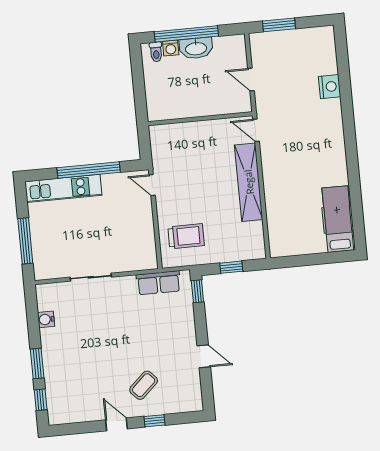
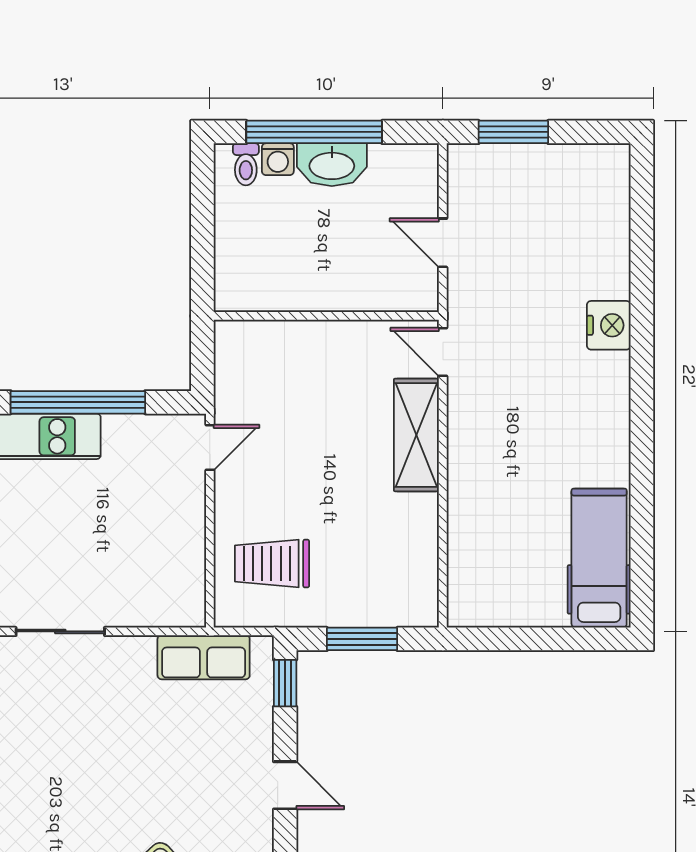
nightstand: (330, 87) -> (609, 325), moved
shelving: (249, 182) -> (416, 435), width x0.68
door: (152, 185) -> (210, 447), swing flipped
trolley: (186, 236) -> (272, 564), turned 180
window: (231, 267) -> (362, 639), width x1.50
door: (204, 356) -> (285, 785), moved

